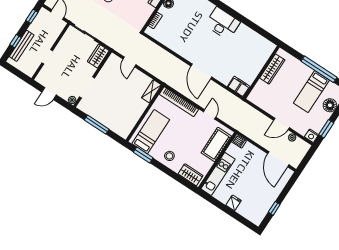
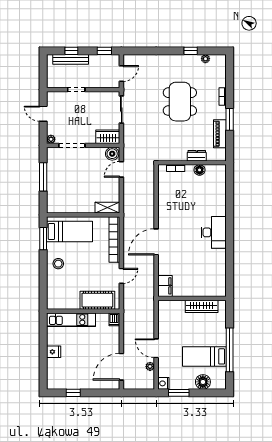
boiler: (113, 61) -> (112, 154), added
wardrobe: (191, 175) -> (54, 295), removed

